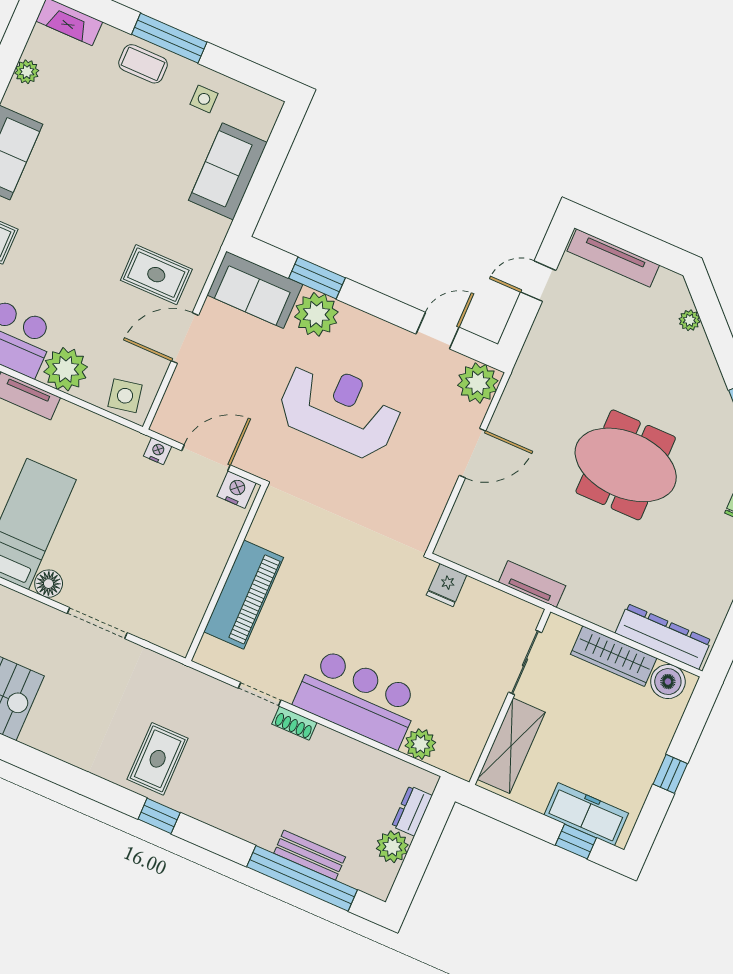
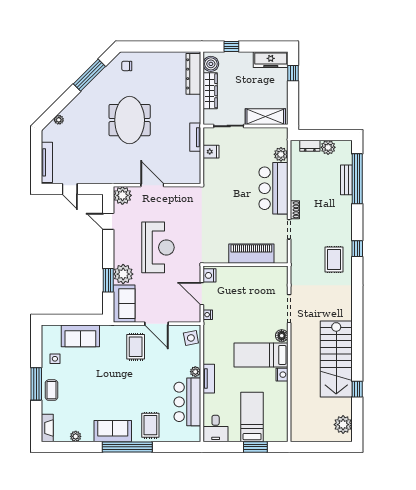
plant: (66, 369) -> (195, 372), width x0.53, depth x0.53
reception desk: (340, 409) -> (158, 247), turned 180
fridge: (447, 585) -> (211, 152), moved
rug: (158, 759) -> (334, 259), turned 90
window: (670, 774) -> (231, 46), moved
freezer: (586, 814) -> (271, 60), moved, turned -90

